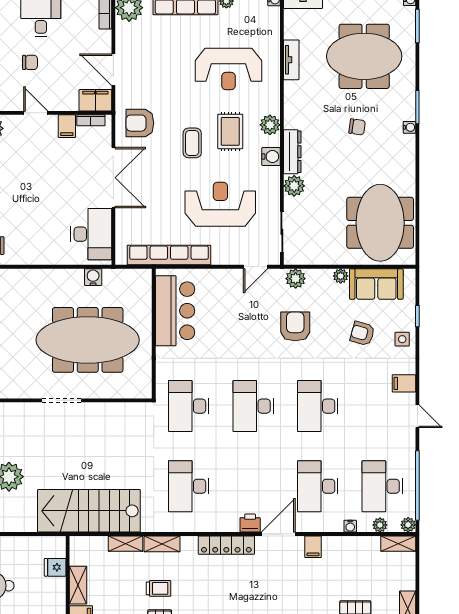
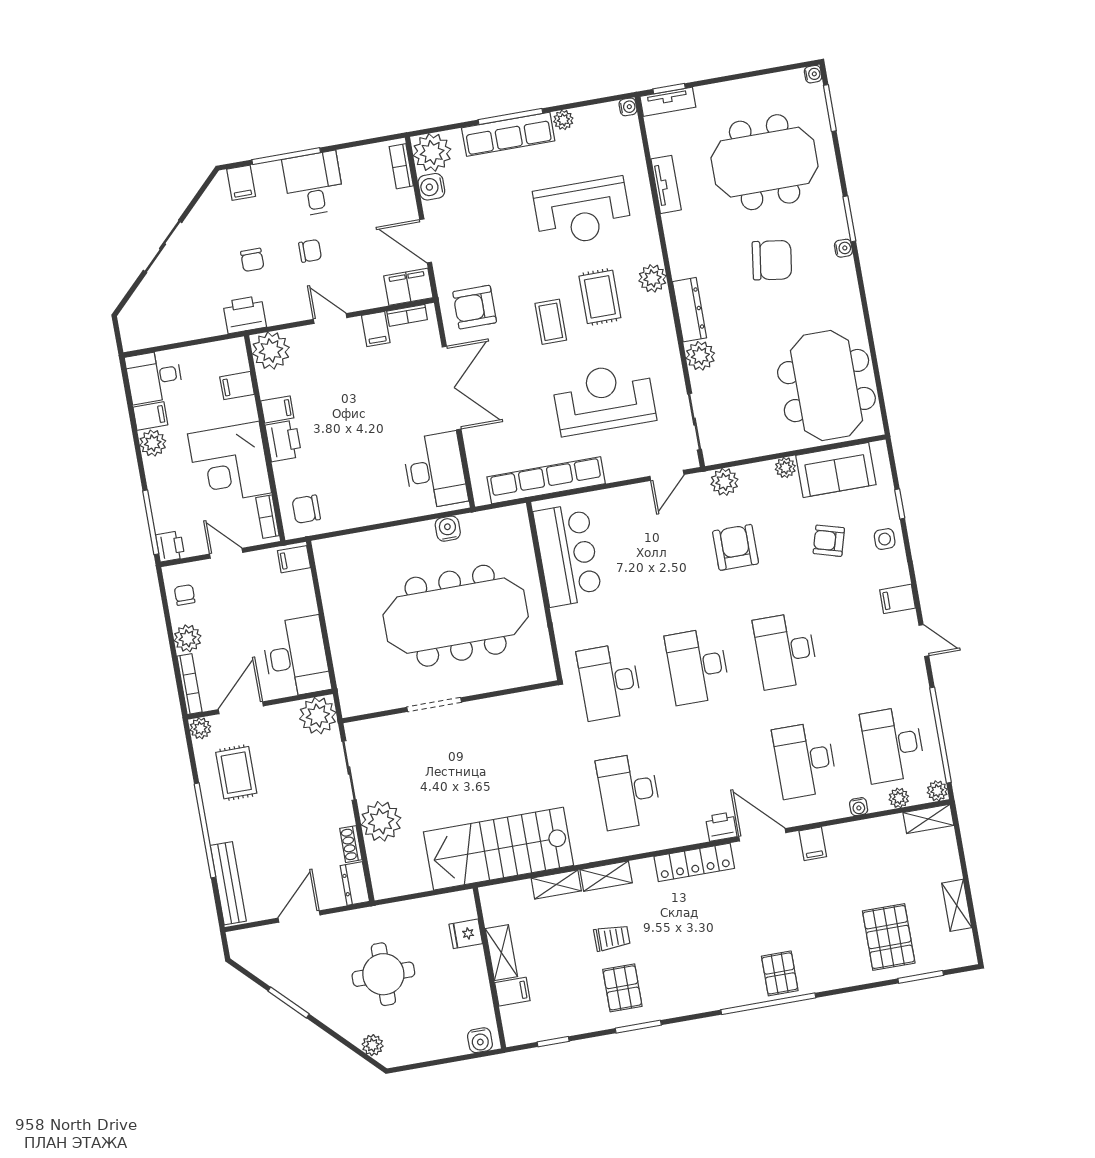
chair: (357, 127) -> (772, 260), width x1.87, depth x1.87
water cooler: (271, 156) -> (431, 187), moved, turned 180
door: (278, 534) -> (762, 835), hinge flipped

